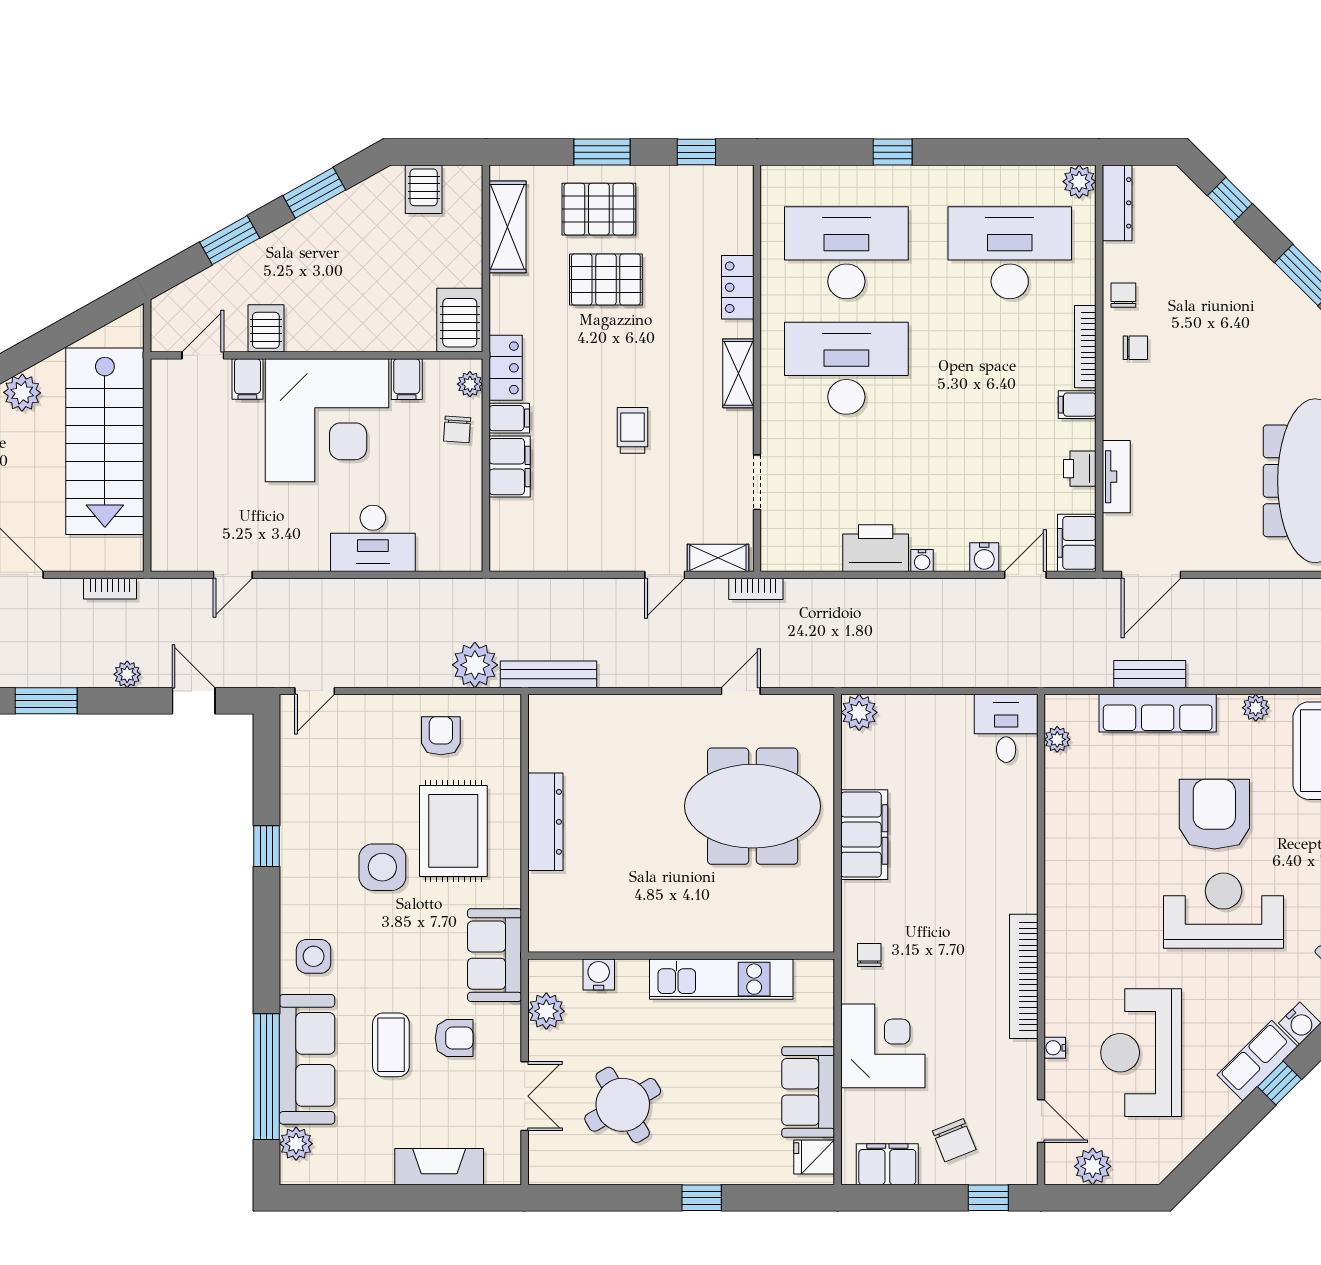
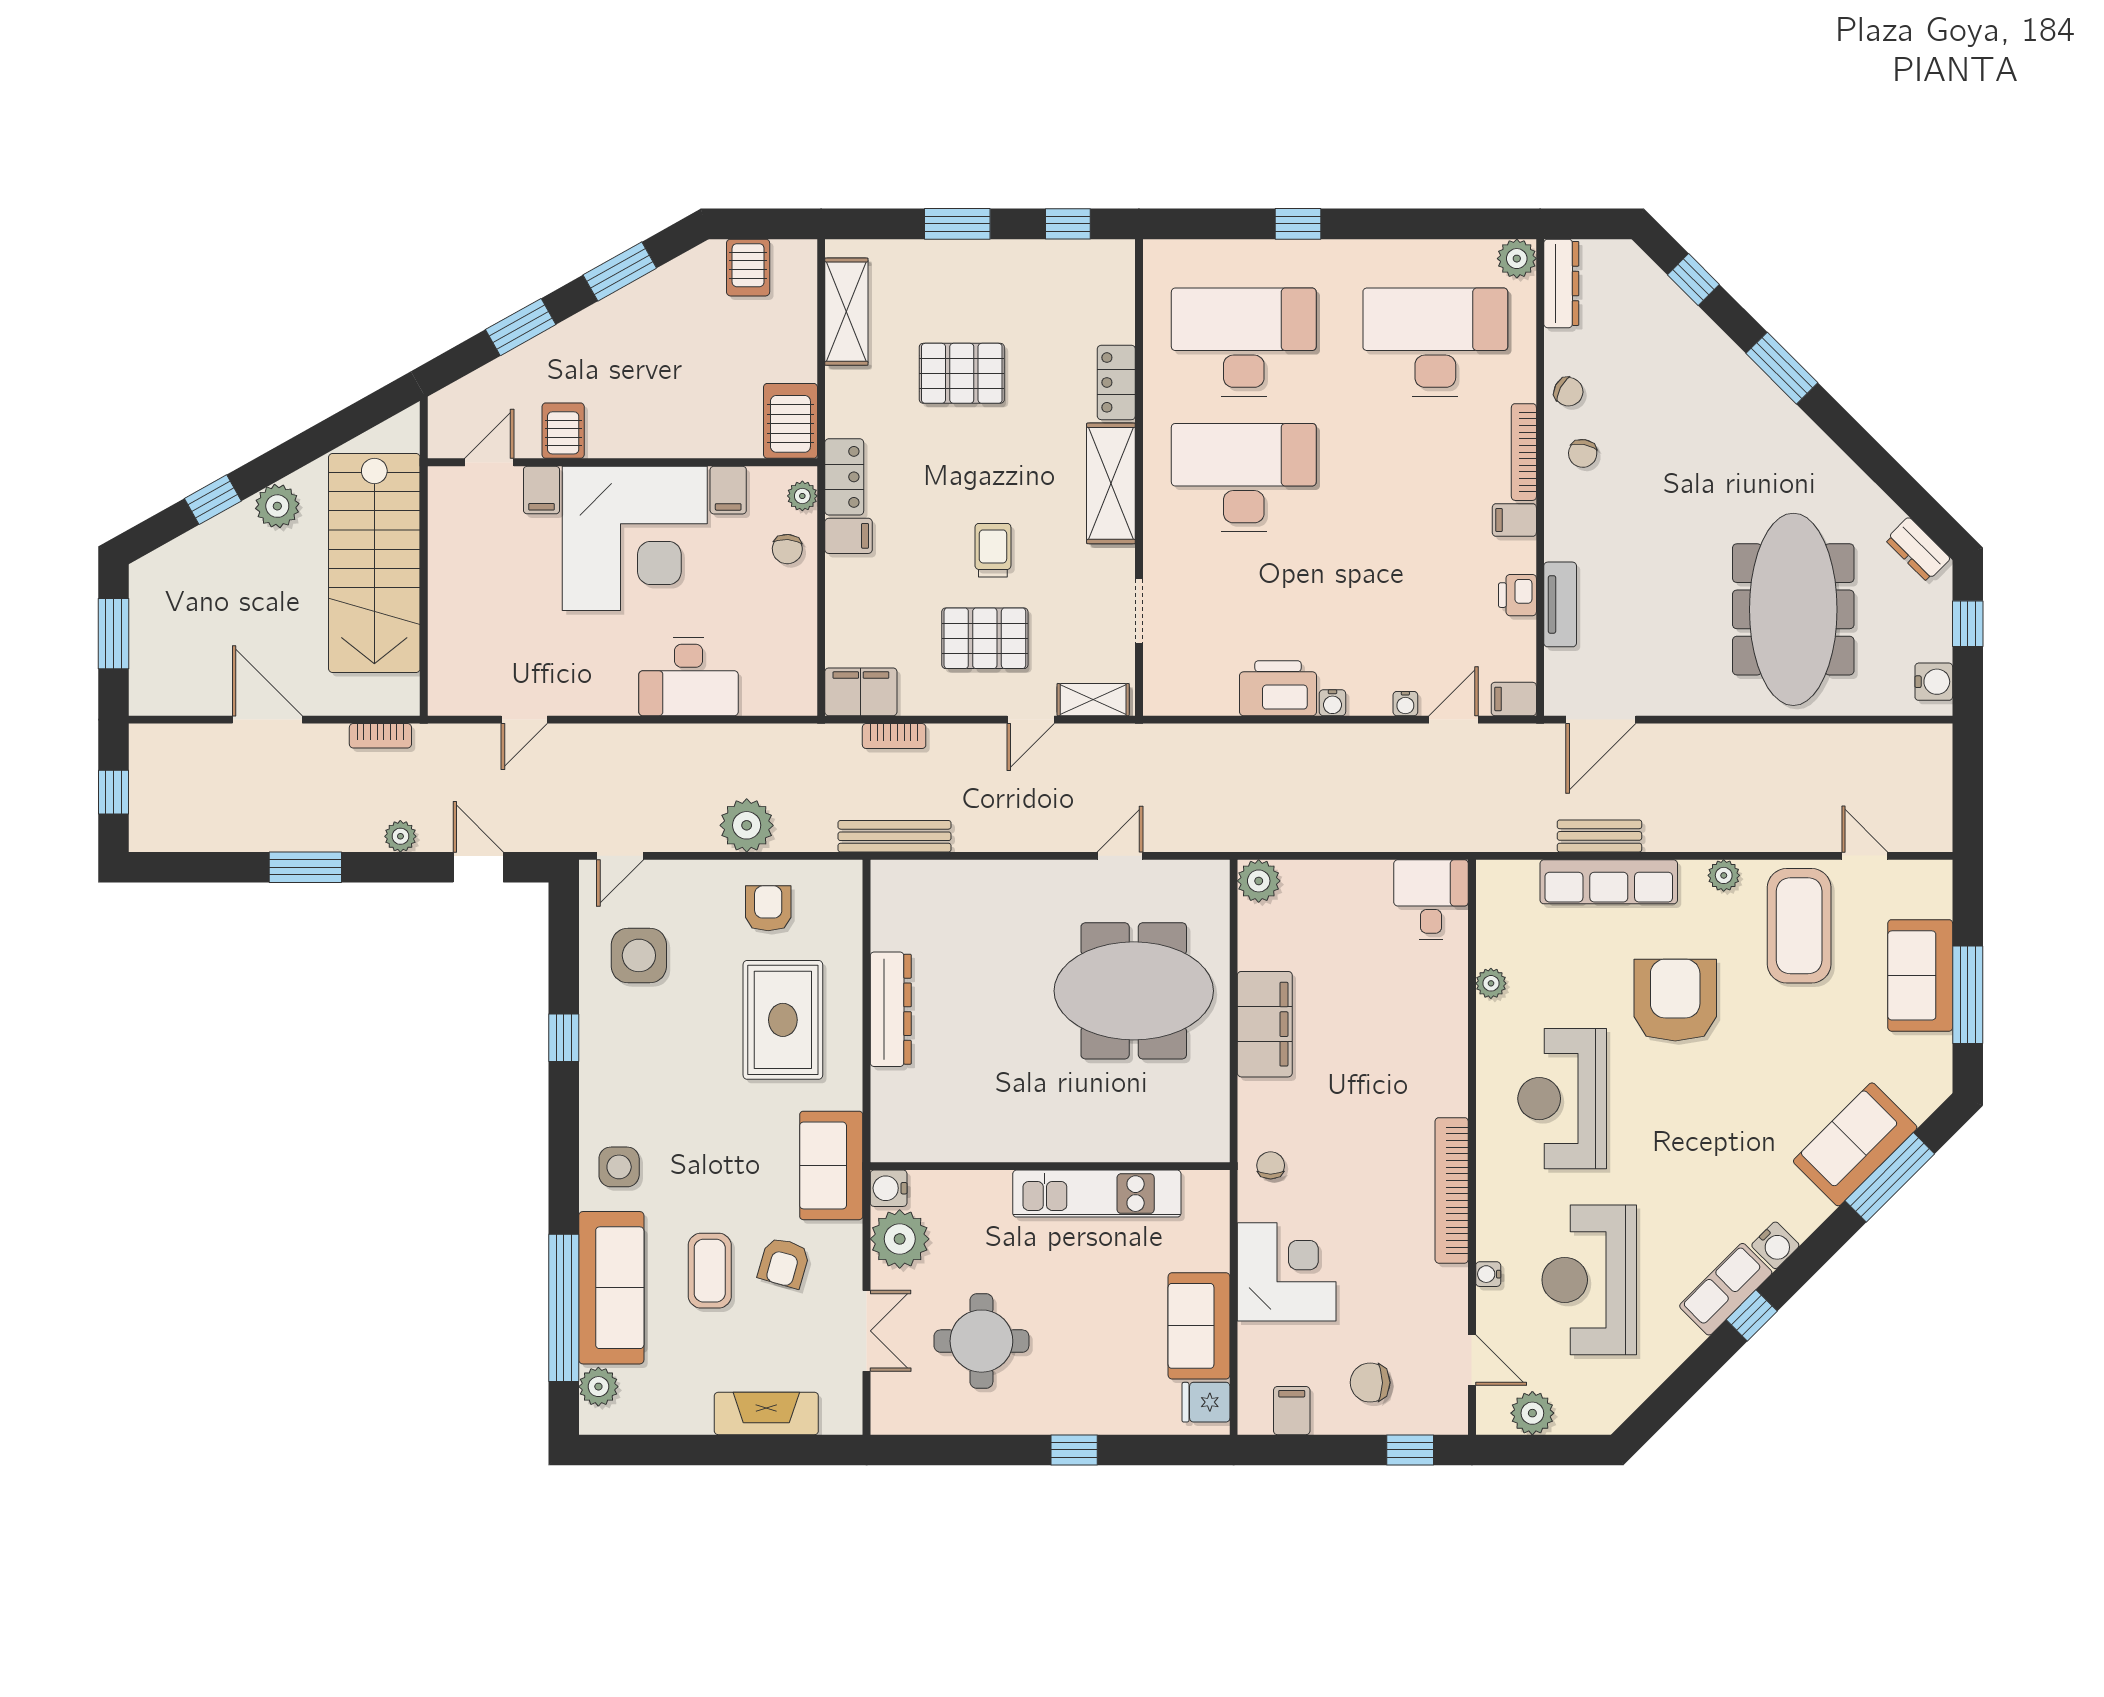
pallet: (599, 209) -> (985, 638), moved
chair: (1123, 295) -> (1568, 392), turned 118
chair: (1135, 348) -> (1583, 453), turned 100
shelving: (738, 373) -> (1111, 483), width x1.50, depth x1.33
filing cabinet: (510, 467) -> (861, 692), moved, turned -90
filing cabinet: (1077, 543) -> (1514, 699), width x0.50
water cooler: (984, 557) -> (1405, 704), width x0.72, depth x0.72
bookcase: (756, 589) -> (894, 736), moved
plant: (475, 665) -> (747, 825), moved
plant: (1057, 739) -> (1491, 983), moved
side table: (382, 867) -> (639, 955), moved
reception desk: (1223, 911) -> (1562, 1099), moved, turned -90
water cooler: (599, 975) -> (889, 1188), moved, turned -90
plant: (546, 1011) -> (900, 1239), width x1.36, depth x1.36
armchair: (454, 1038) -> (784, 1263), turned 106
round table: (623, 1105) -> (981, 1341), turned 30
chair: (954, 1140) -> (1370, 1383), turned 112
filing cabinet: (887, 1164) -> (1292, 1411), width x0.50

